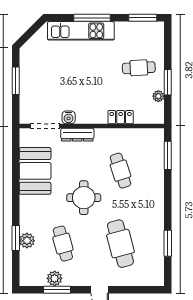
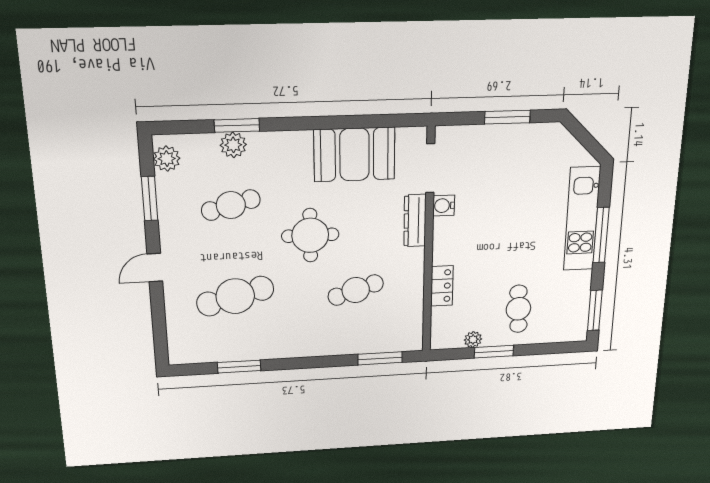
plant: (55, 278) -> (167, 159), moved

